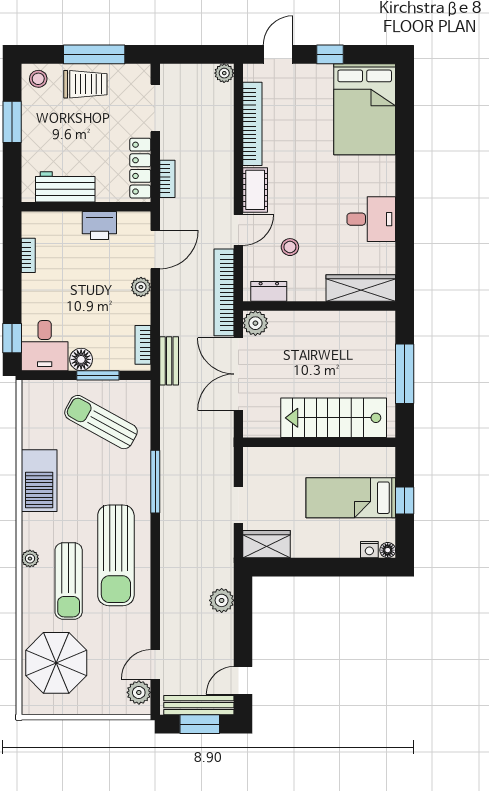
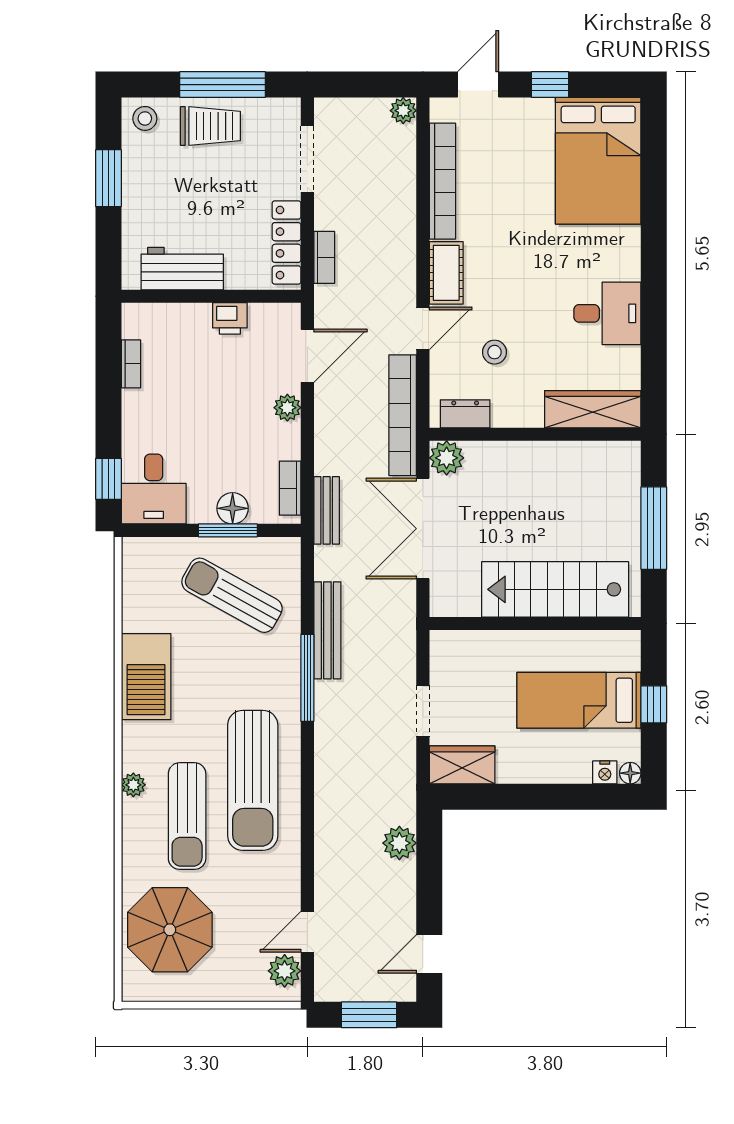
printer: (99, 225) -> (230, 318), width x0.73, depth x0.81
floor lamp: (81, 359) -> (233, 508), moved
bench: (199, 705) -> (327, 630), moved, turned 90

